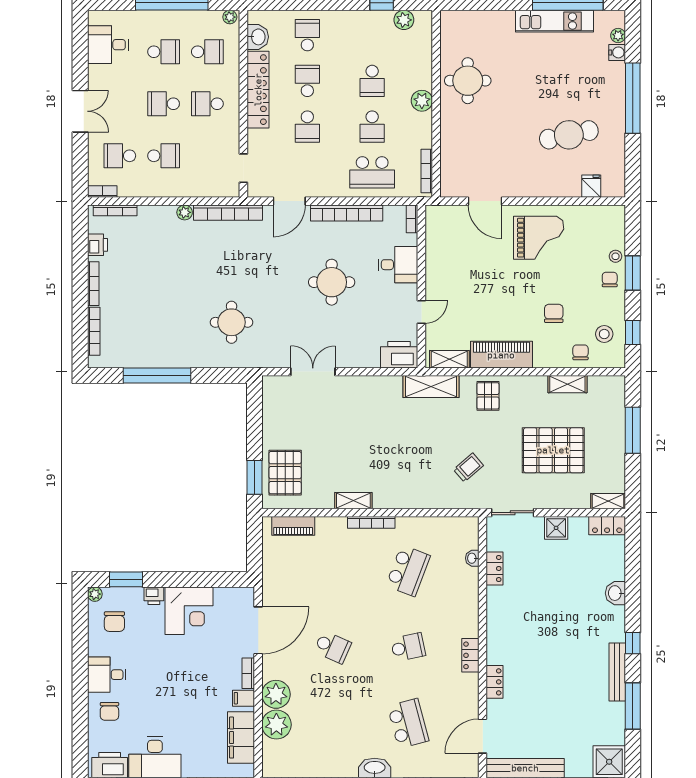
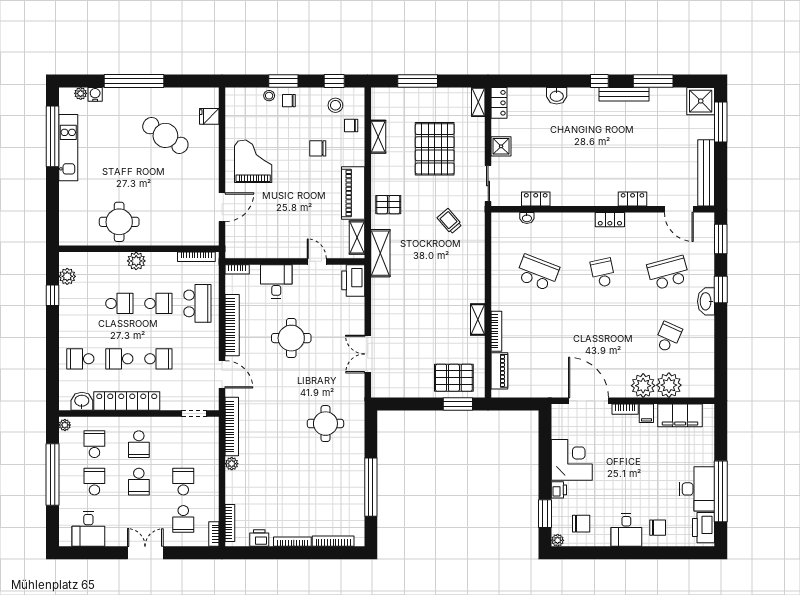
cafe table: (569, 135) -> (165, 135), turned -44
bookcase: (371, 522) -> (496, 331), moved
school desk: (333, 647) -> (668, 337), moved

